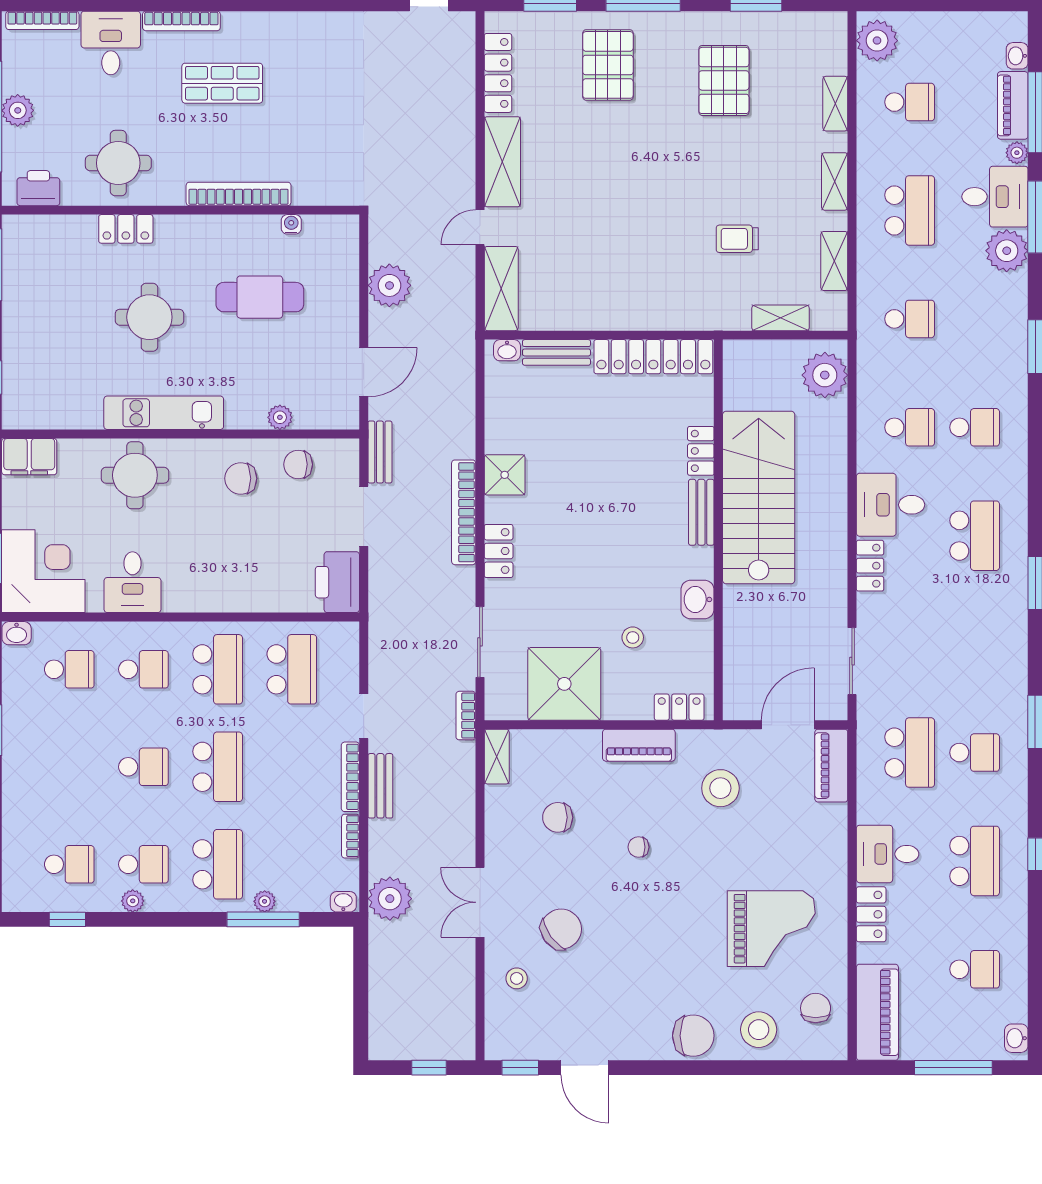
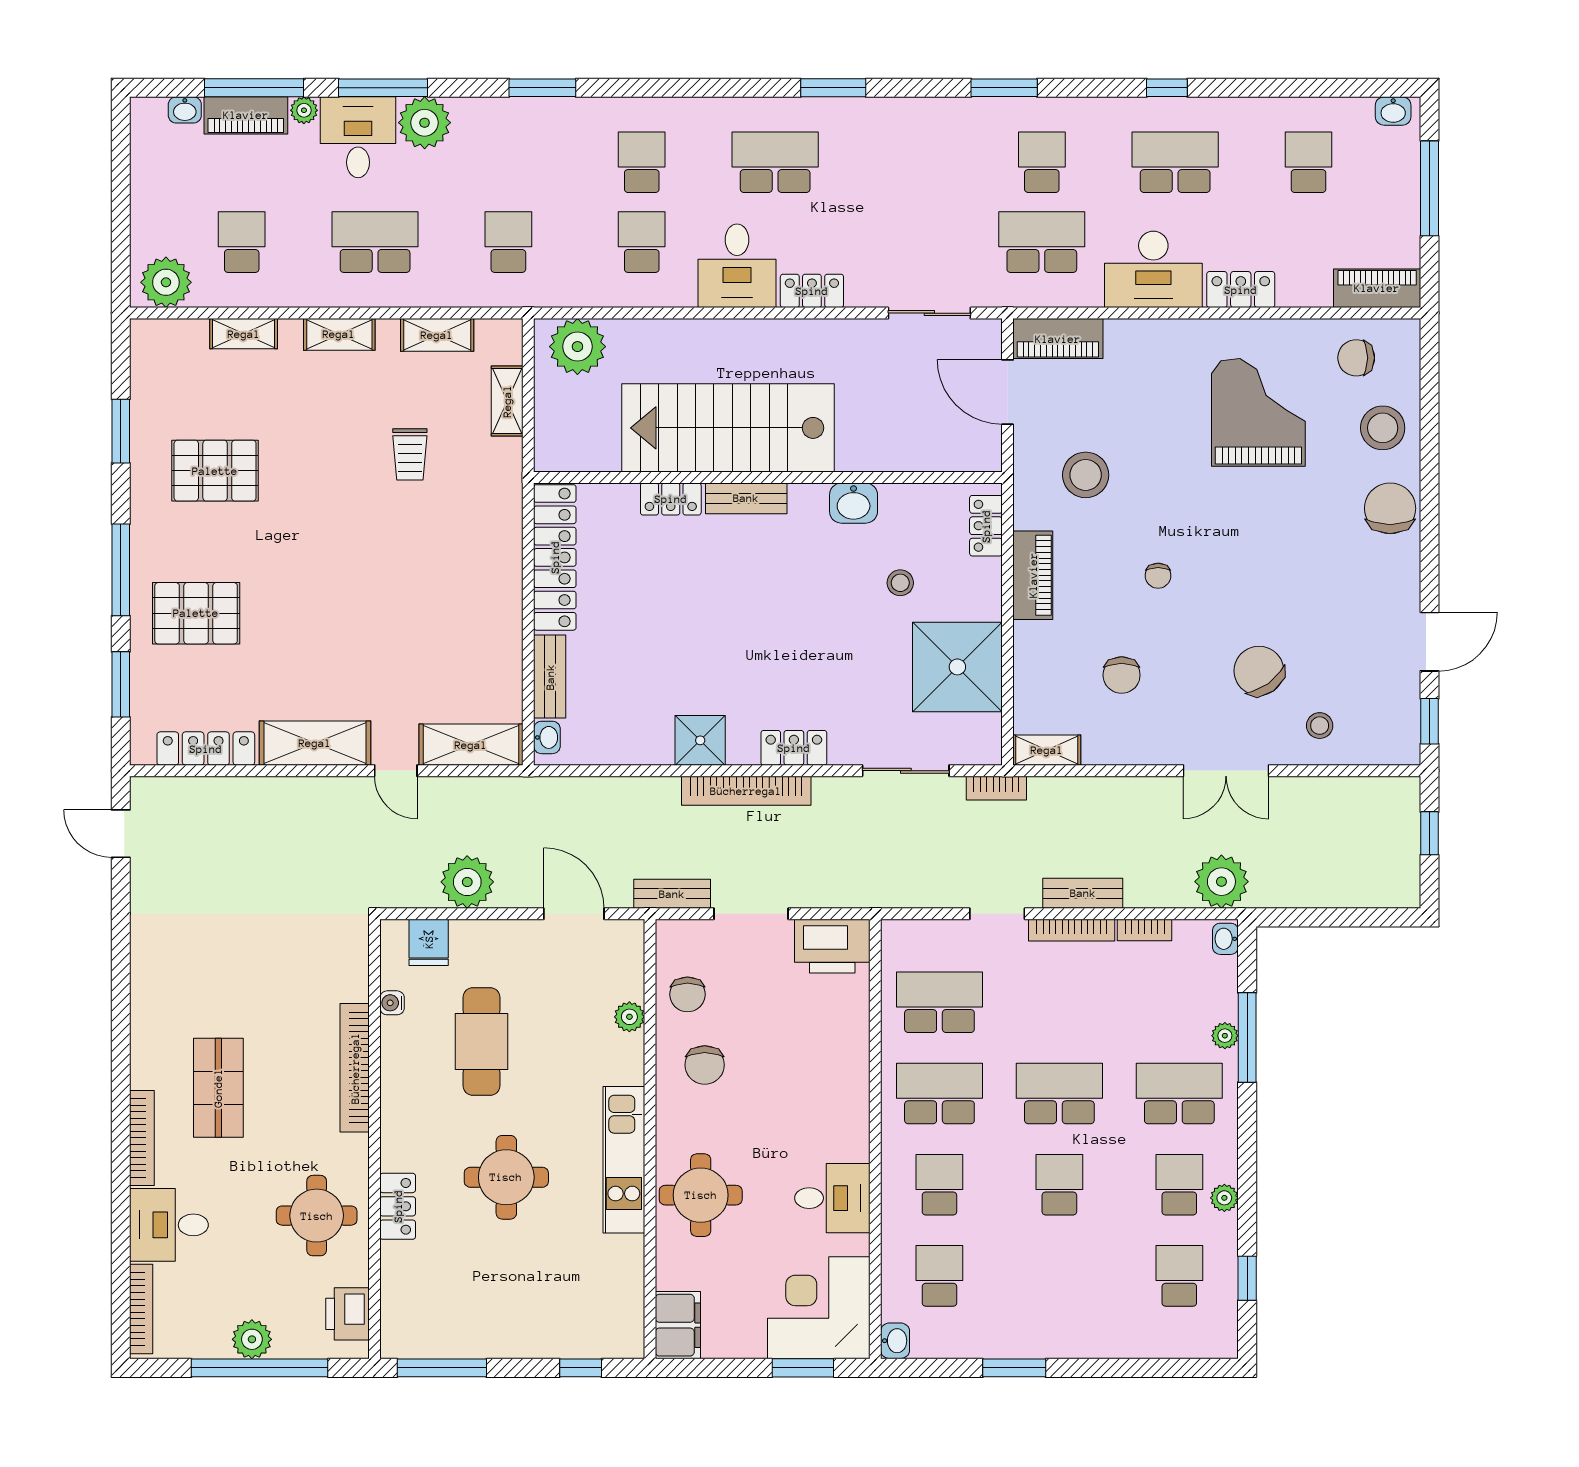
fridge: (340, 254) -> (429, 942), added
desk: (888, 854) -> (1153, 269), width x1.37
piano: (877, 1012) -> (1377, 288), width x0.73, depth x0.75

